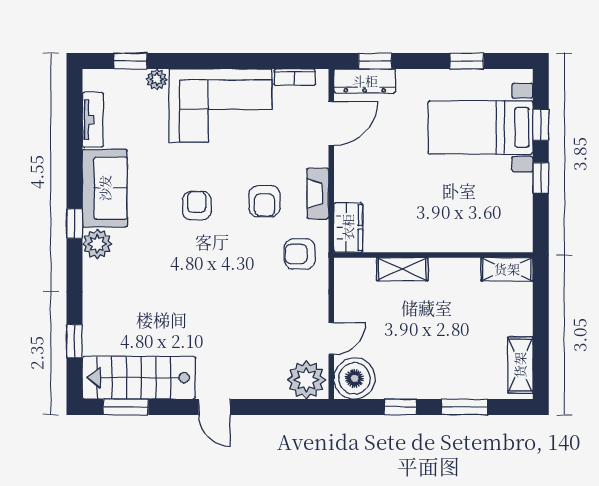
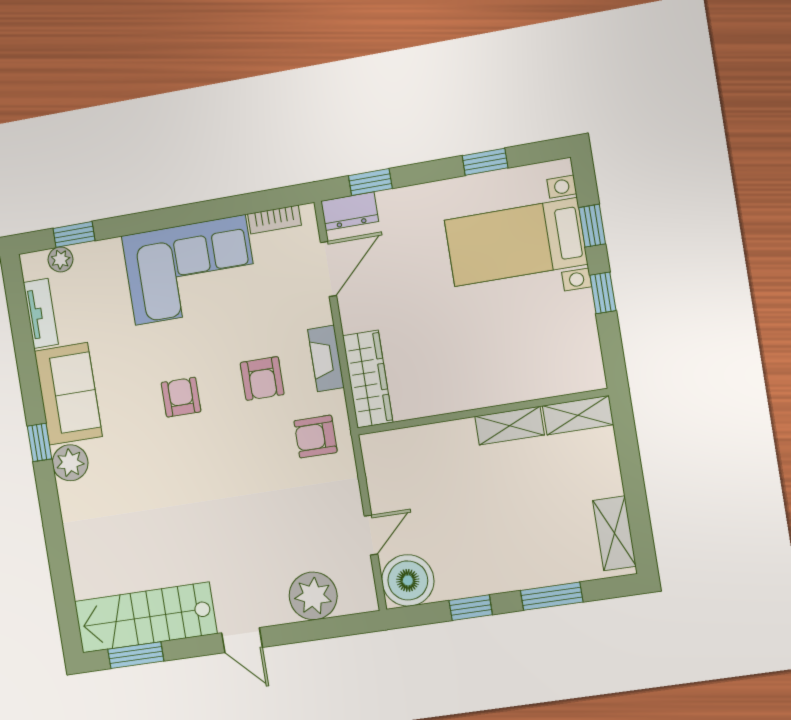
plant: (157, 79) -> (61, 259), moved
dresser: (365, 81) -> (350, 211), width x0.70
wardrobe: (348, 227) -> (368, 379), width x1.50
shelving: (402, 269) -> (510, 426), moved
window: (74, 341) -> (62, 585), removed
plant: (306, 380) -> (313, 596), moved

